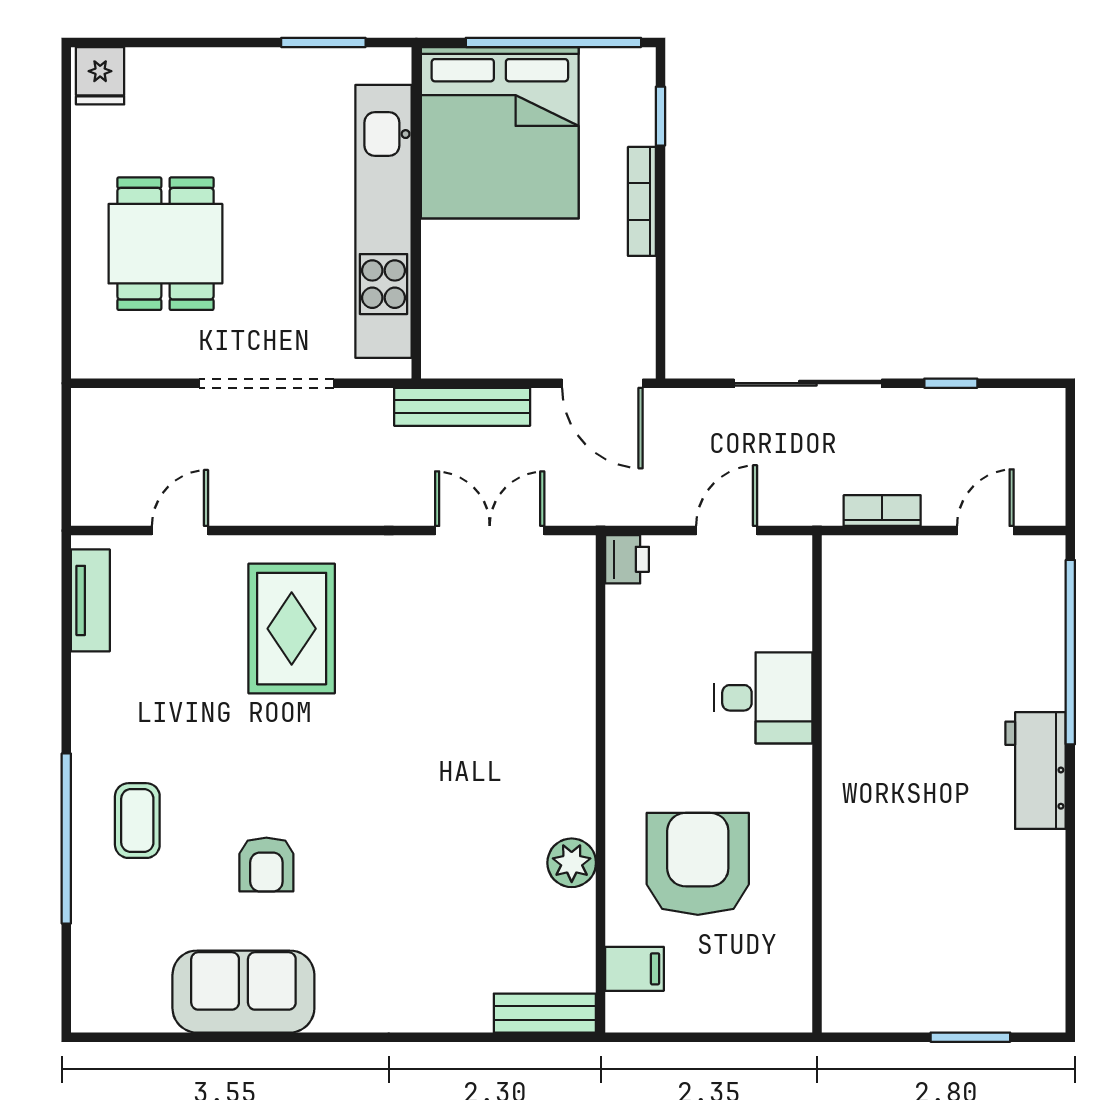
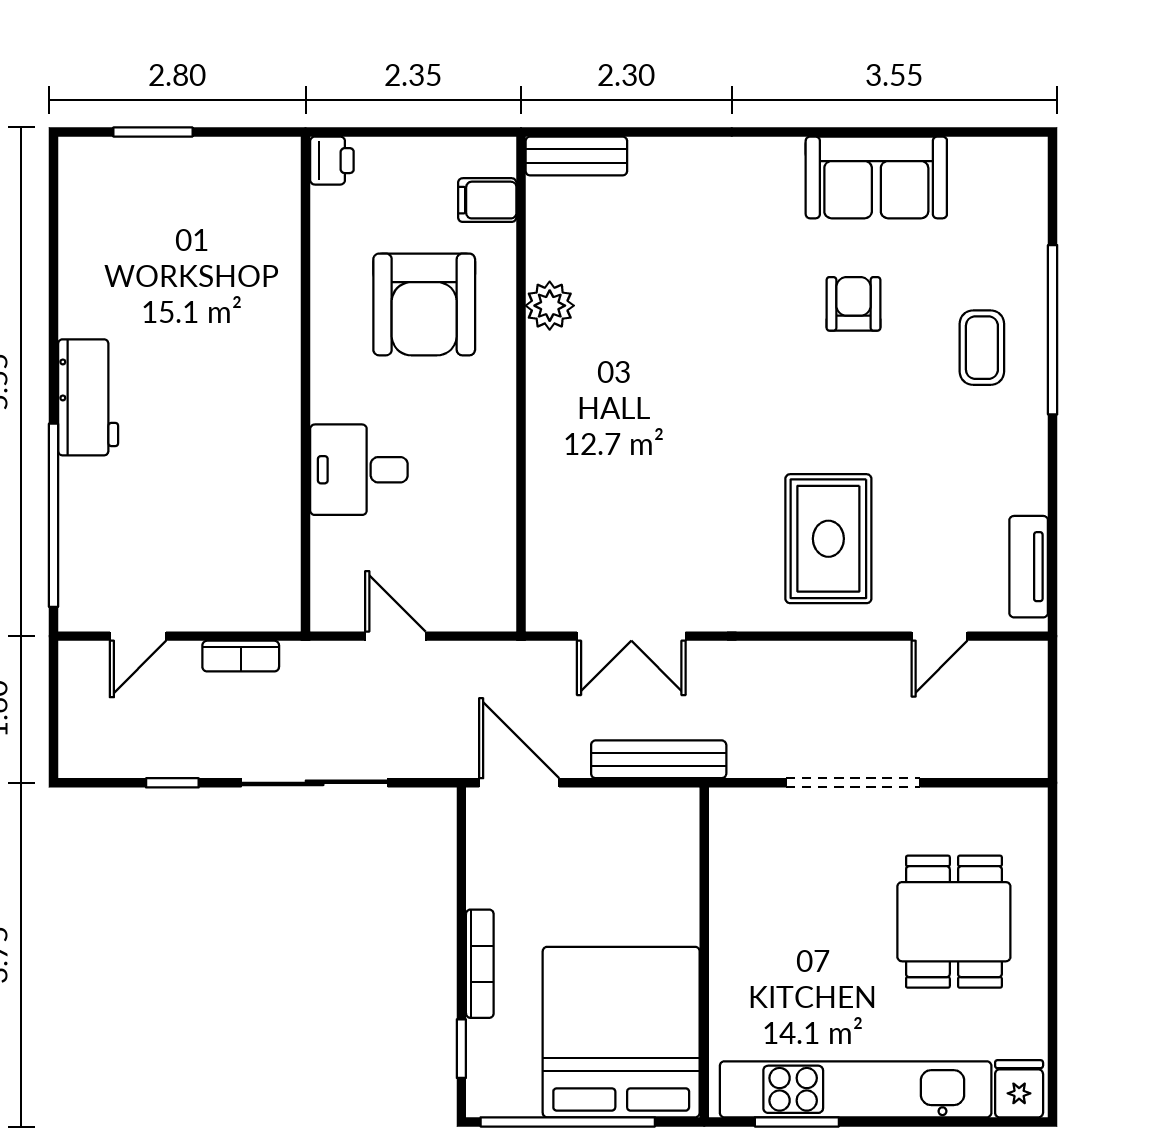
kitchen unit: (384, 221) -> (856, 1089), moved, turned -90
door: (727, 531) -> (395, 636), swing flipped
printer: (627, 559) -> (332, 161), moved, turned 180

